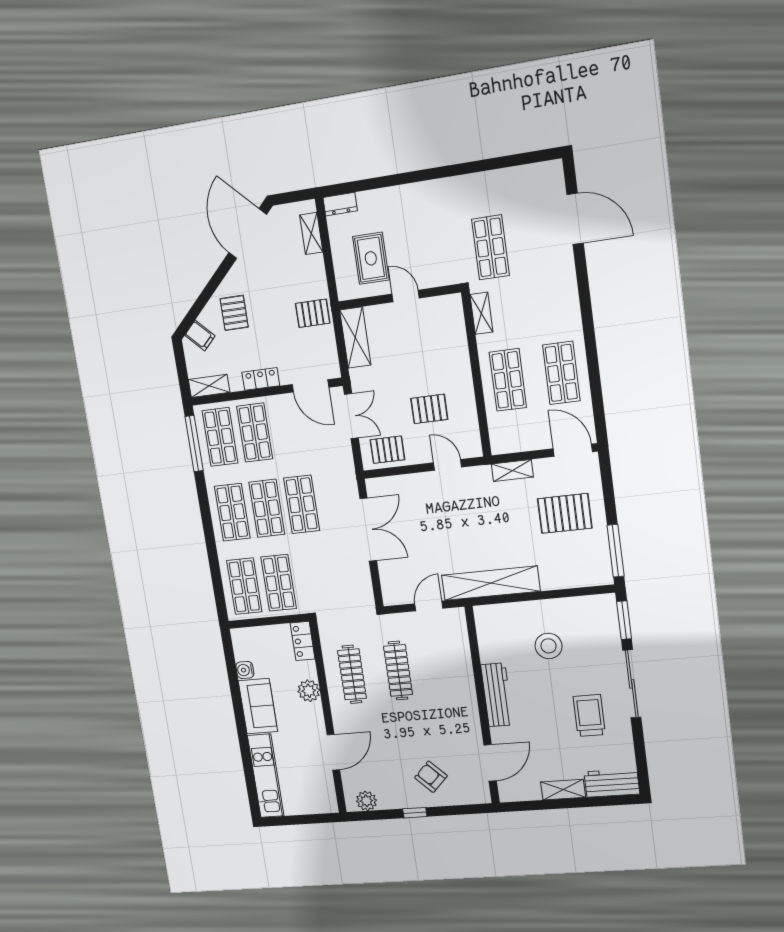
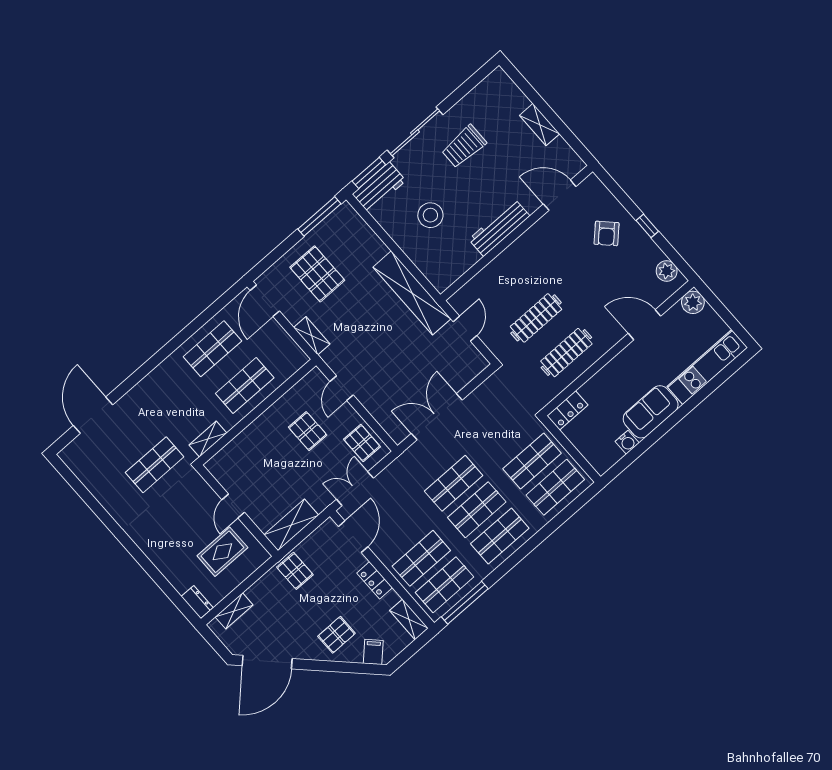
door: (429, 606) -> (465, 329), swing flipped
plant: (309, 691) -> (693, 302), moved
workbench: (612, 783) -> (379, 187), moved, turned -90

